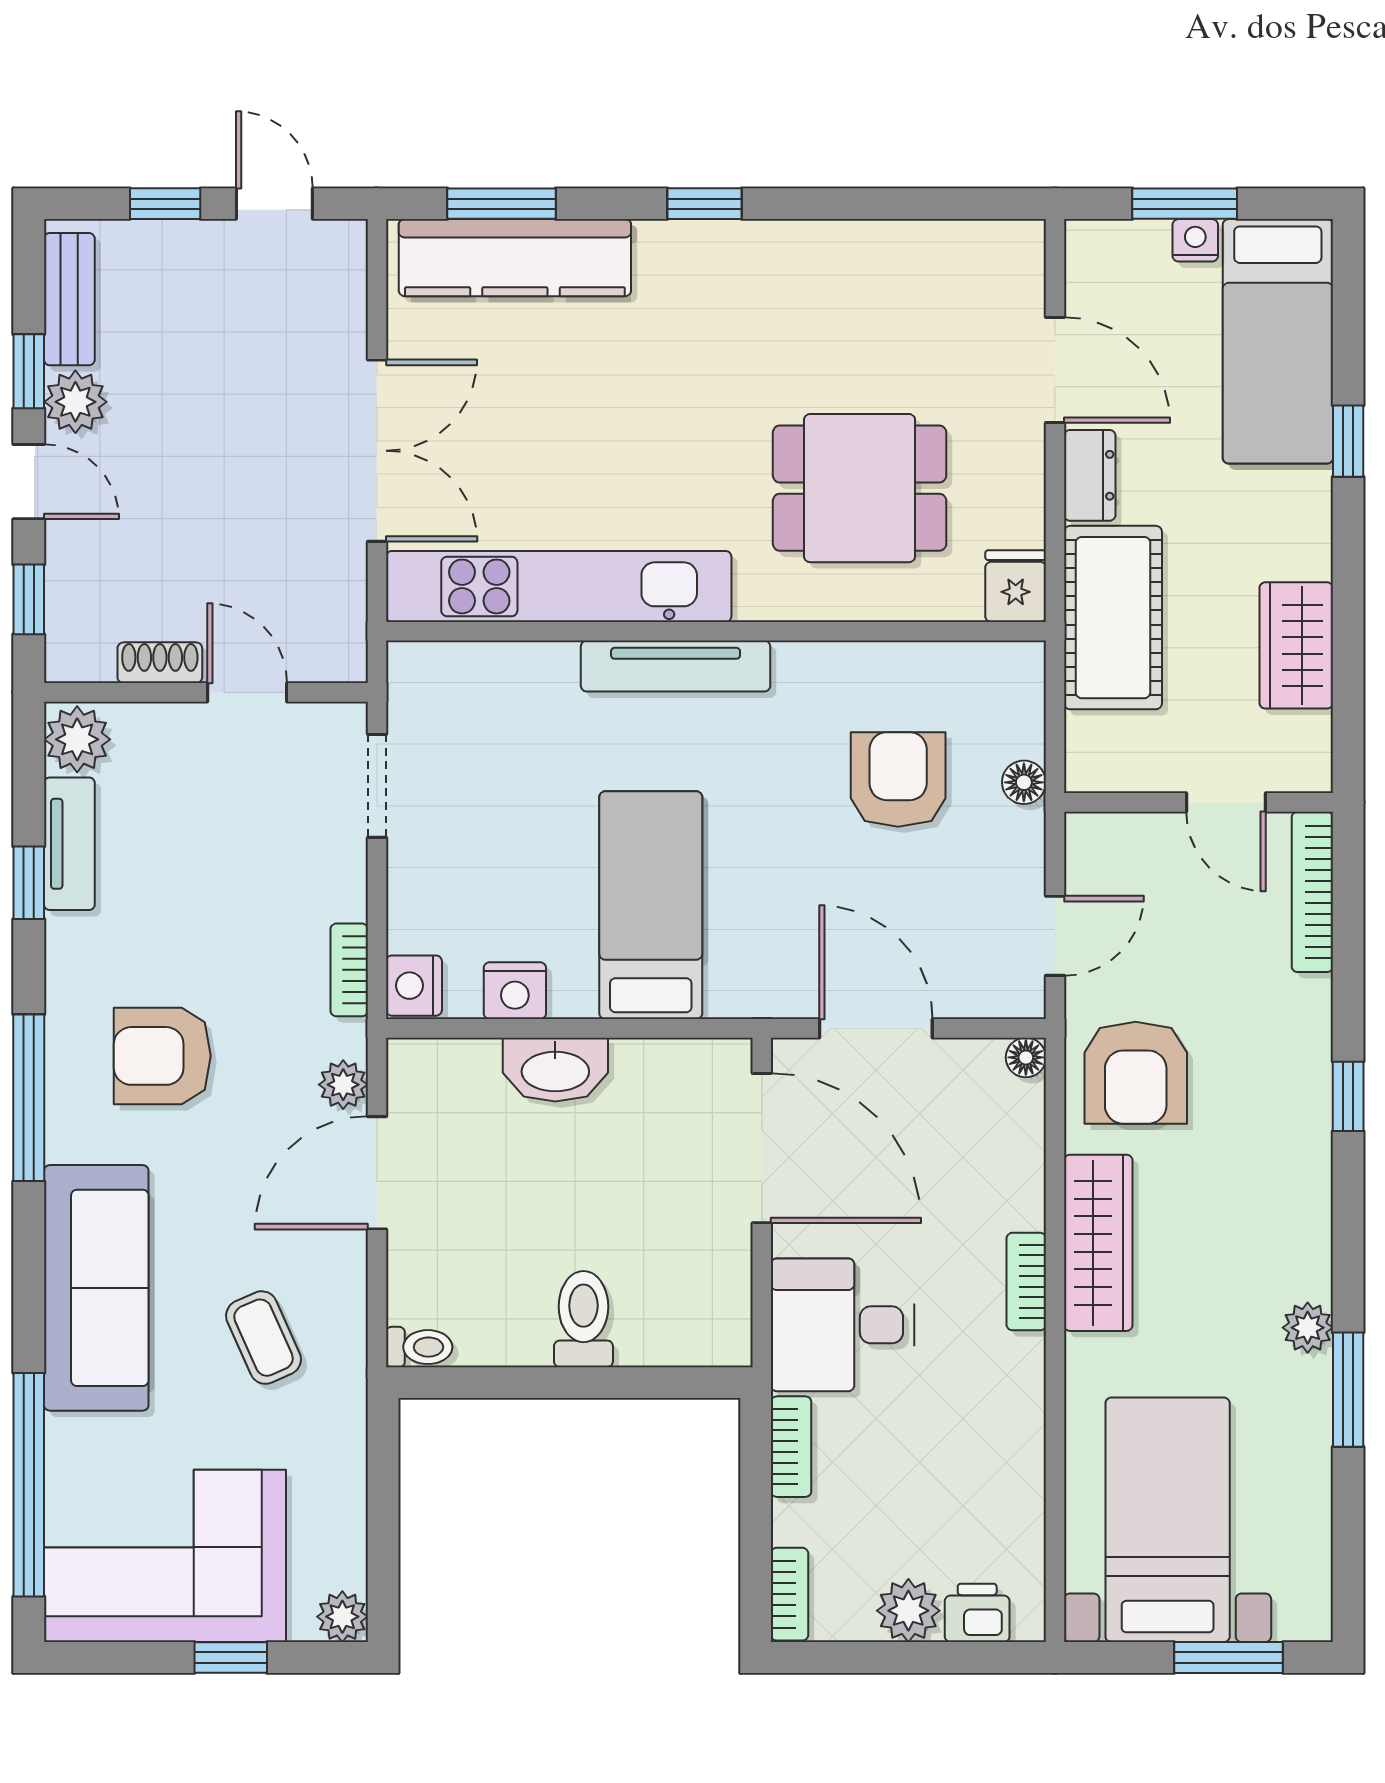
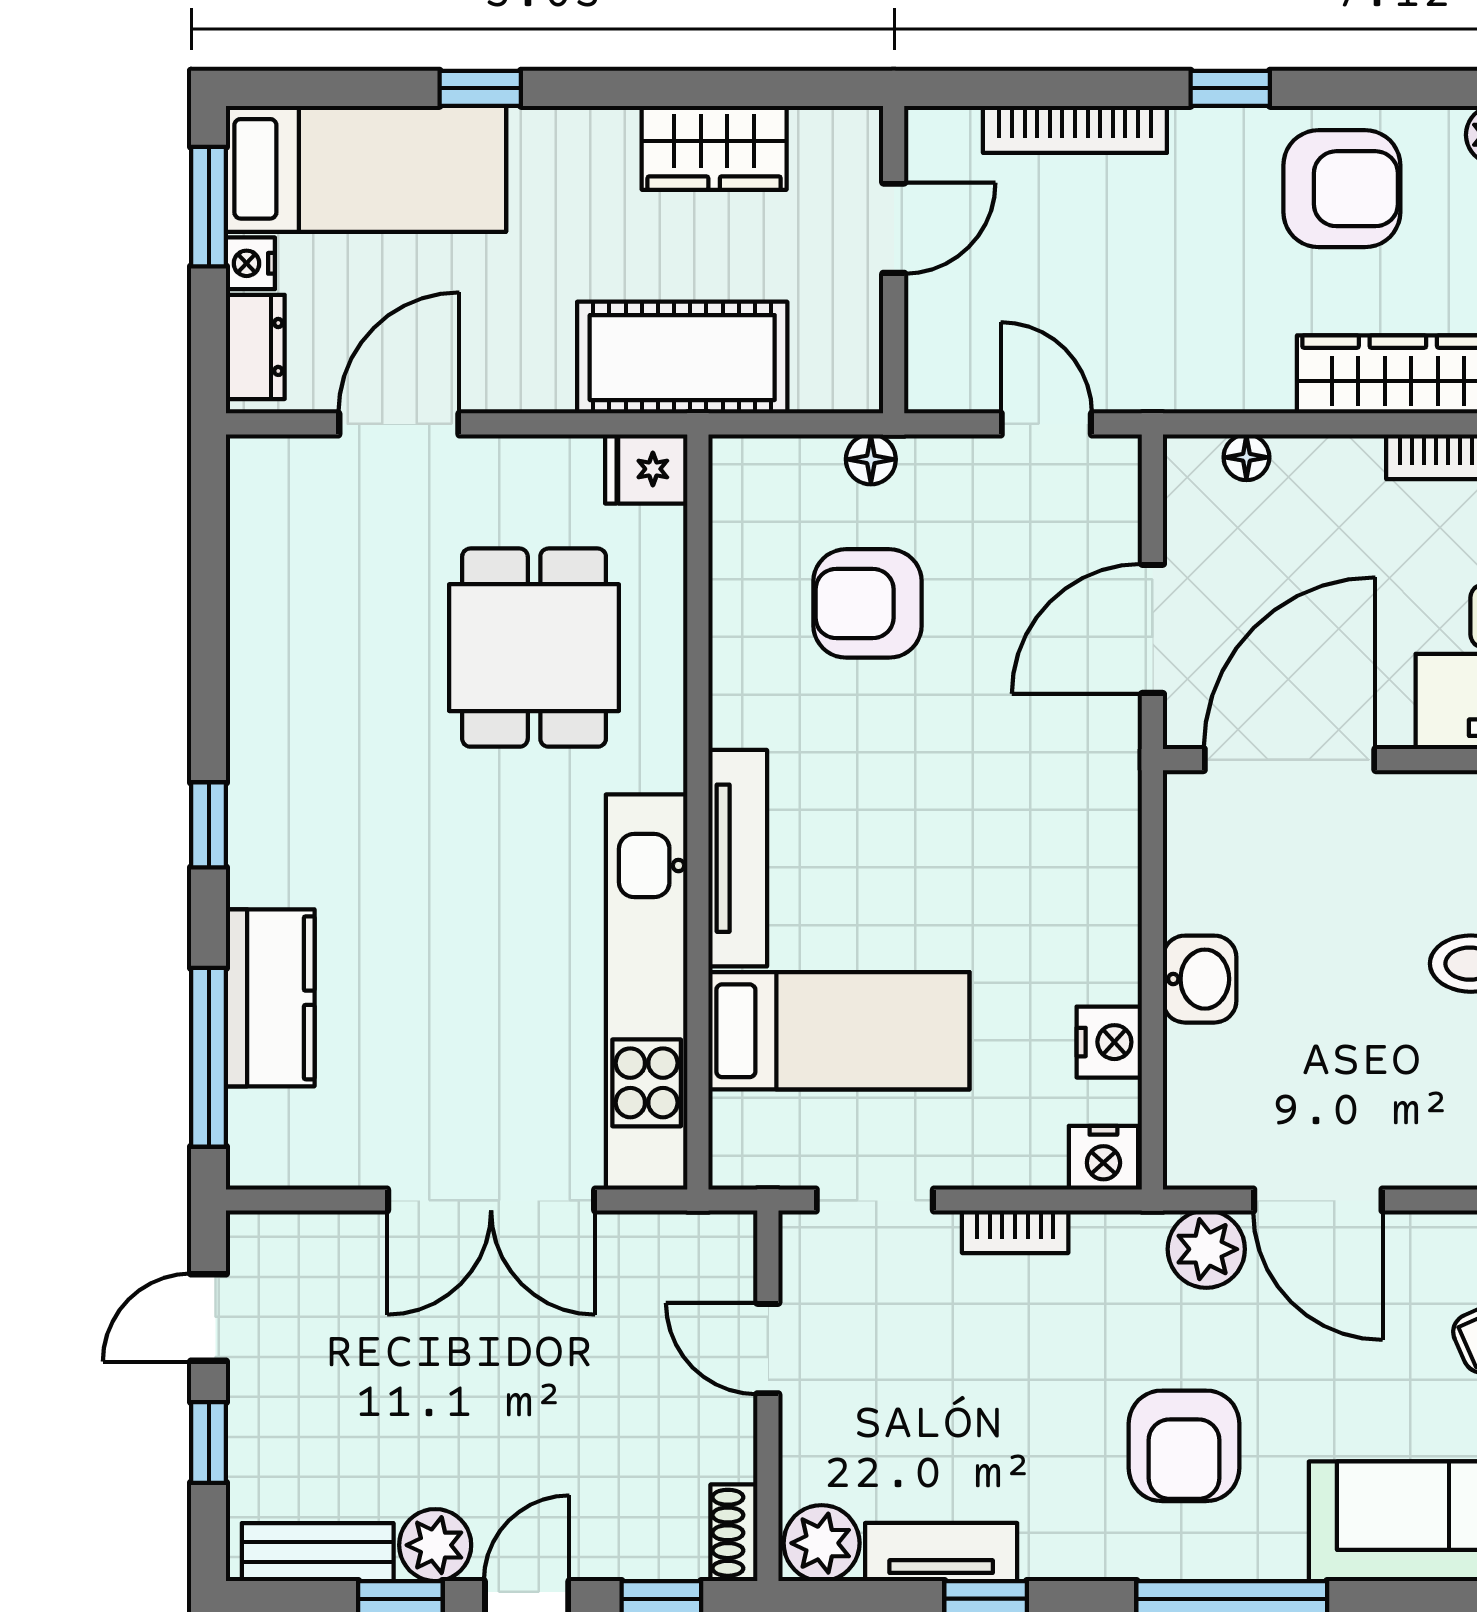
window: (502, 204) -> (209, 1057), width x1.44
window: (1185, 204) -> (209, 207), moved
kitchen counter: (515, 258) -> (270, 998), width x0.67
double door: (377, 451) -> (491, 1200), swing flipped
dresser: (1090, 475) -> (255, 347), moved, turned 90
shoe rack: (160, 663) -> (734, 1533), moved
door: (247, 692) -> (768, 1349), hinge flipped
bookcase: (1312, 892) -> (1075, 129), moved
bed: (651, 905) -> (839, 1031), moved, turned 180
bookcase: (349, 970) -> (1015, 1232), moved
floor lamp: (1026, 1057) -> (1246, 457), moved
washbasin: (555, 1070) -> (1200, 979), width x0.72
armchair: (1136, 1073) -> (1342, 189), moved
plant: (343, 1085) -> (1206, 1249), width x1.38, depth x1.38

